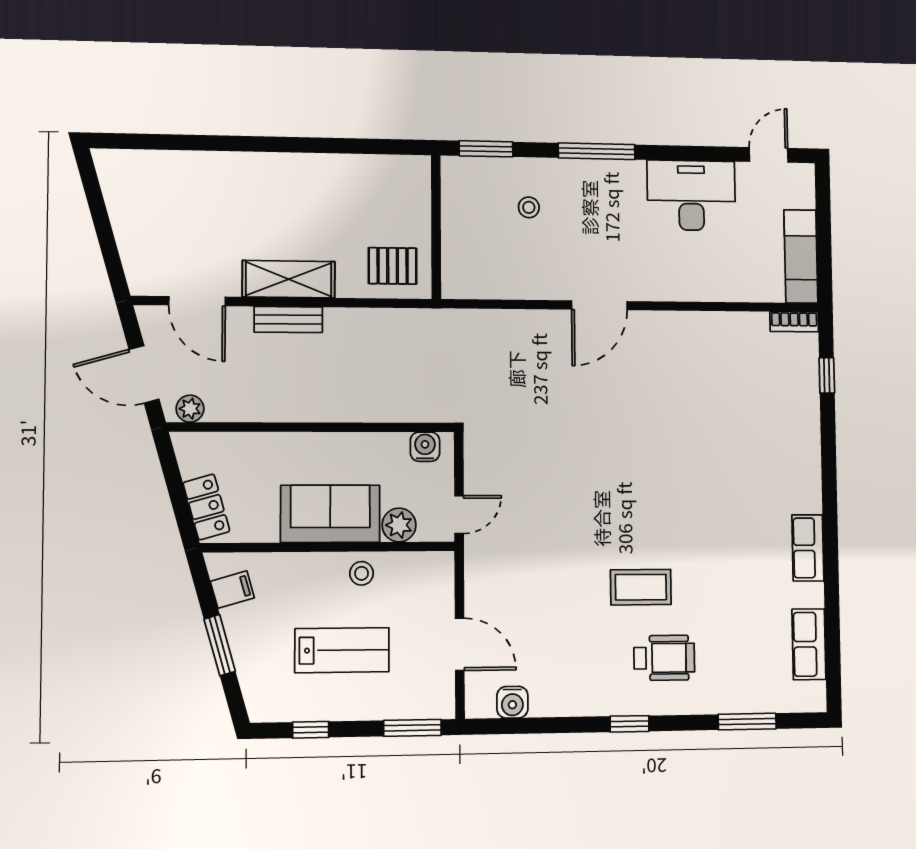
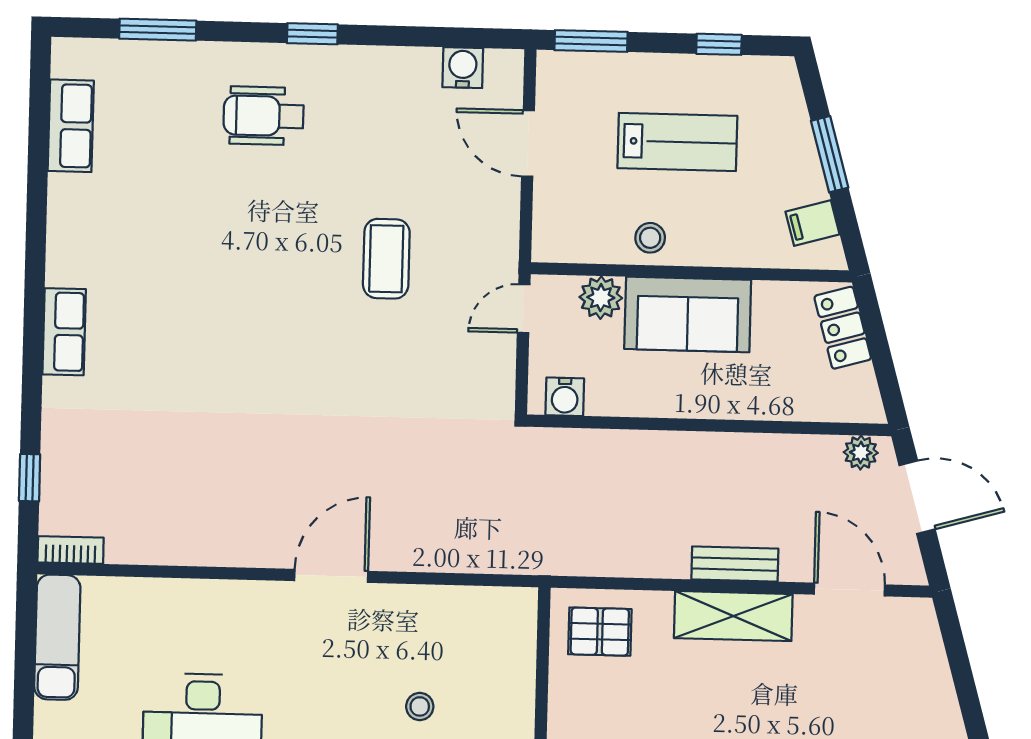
row of seats: (808, 548) -> (64, 332), moved
coffee table: (641, 587) -> (386, 259), moved, turned 90
lab bench: (342, 650) -> (677, 142), turned 180

